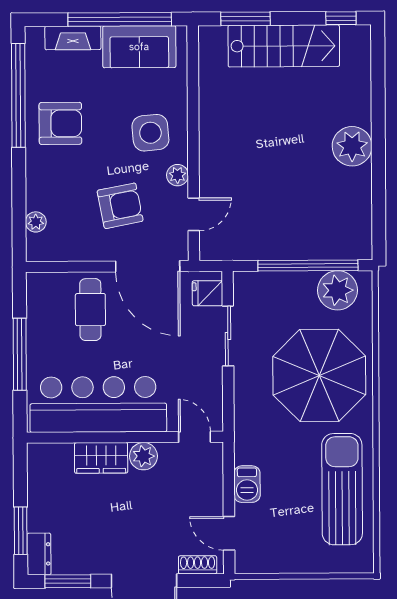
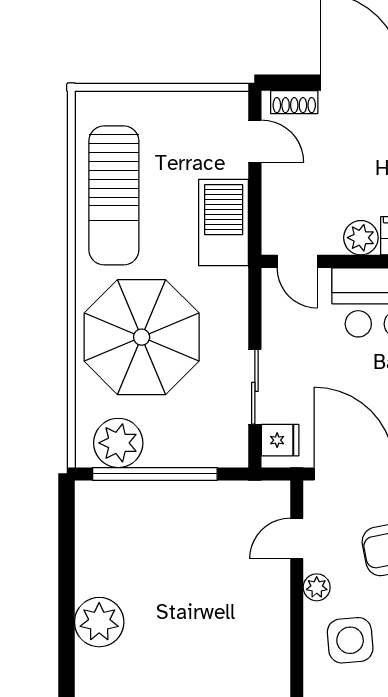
barbecue: (247, 484) -> (224, 223), width x1.88, depth x1.53

